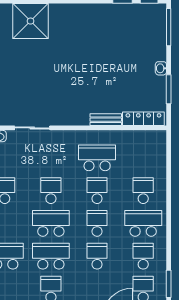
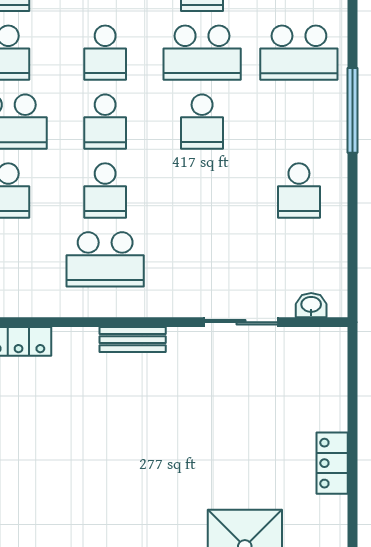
bench: (106, 120) -> (133, 340), moved
school desk: (51, 191) -> (202, 191), removed
school desk: (51, 223) -> (202, 122), width x0.54

